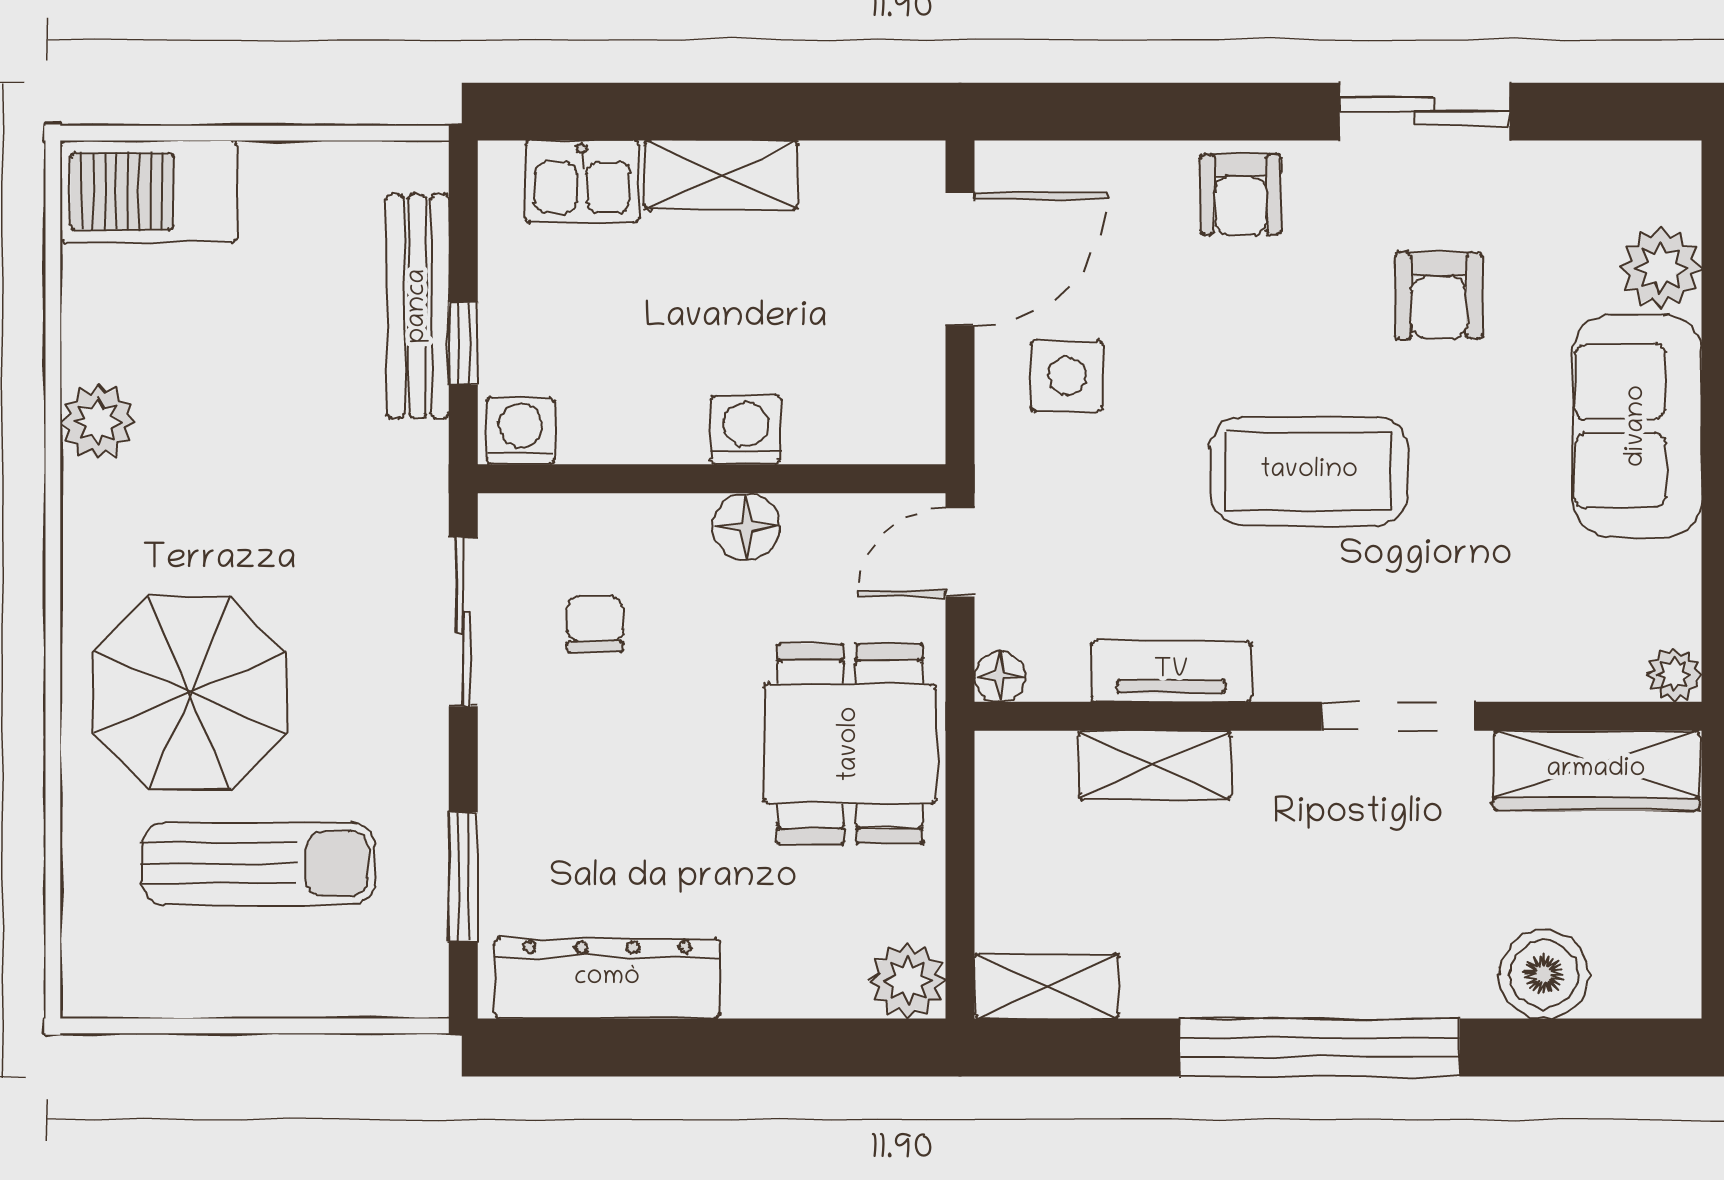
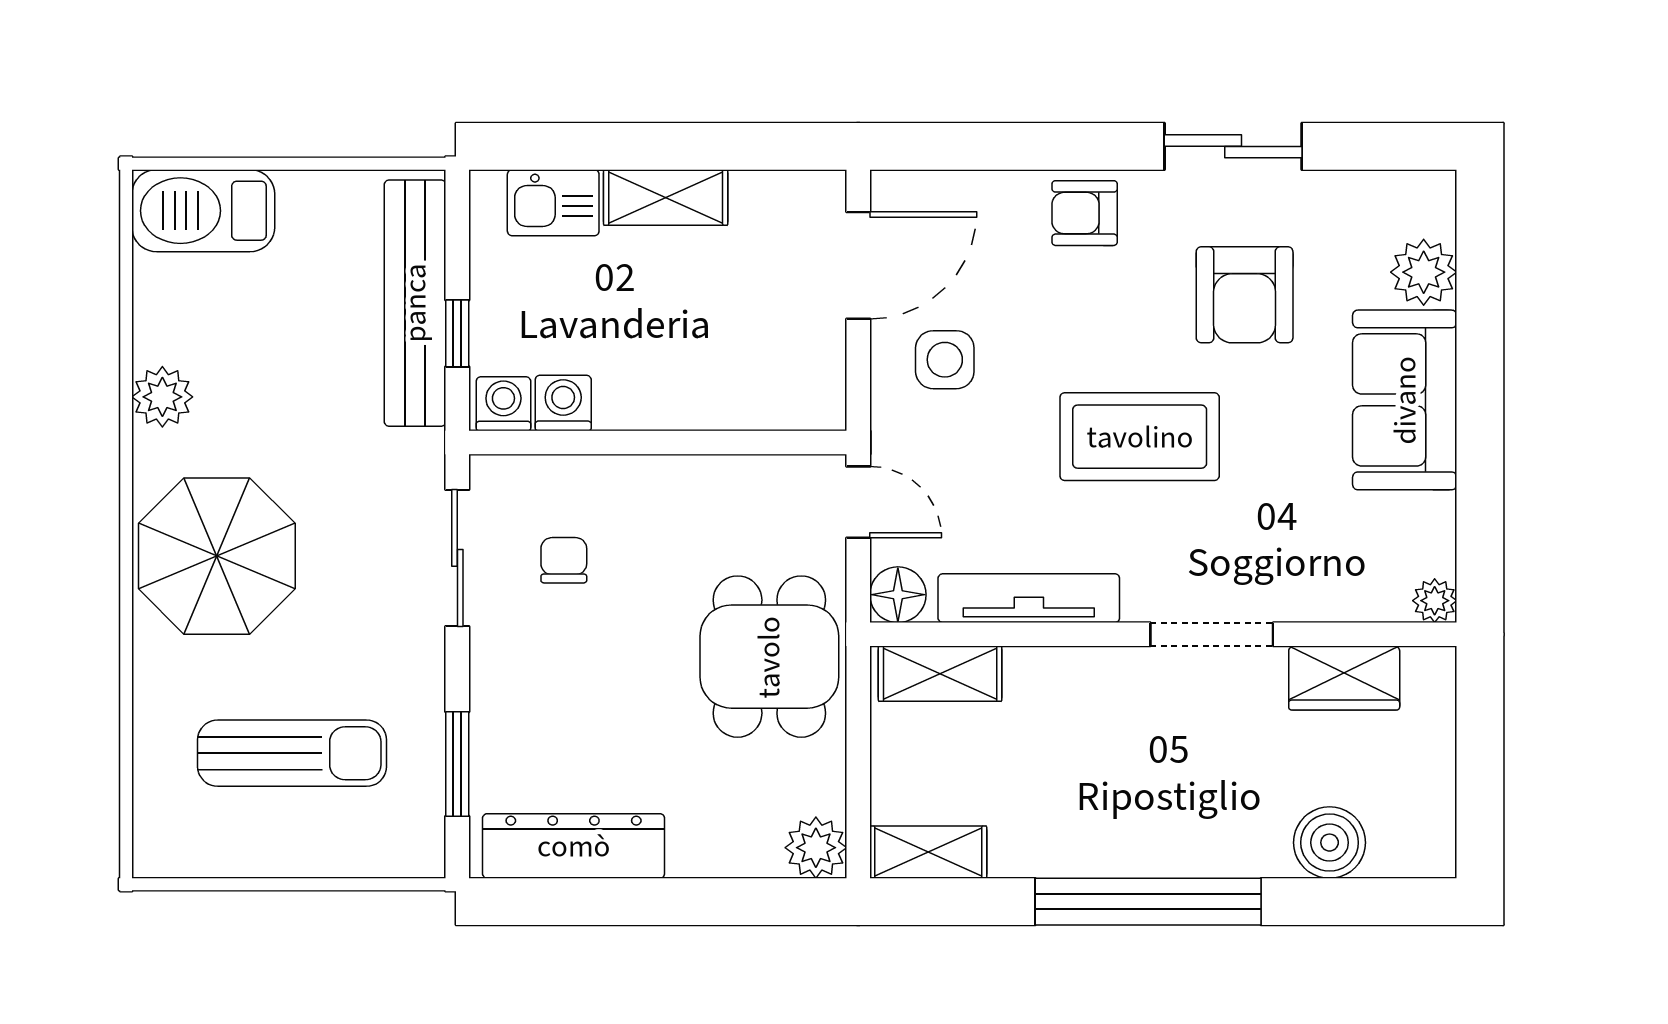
armchair: (1240, 194) -> (1085, 213), turned 90
armchair: (1439, 296) -> (1245, 295), width x1.38, depth x1.38
bench: (418, 306) -> (415, 303), width x1.37, depth x1.21
washing machine: (746, 430) -> (563, 403), moved
floor lamp: (746, 527) -> (686, 481), removed
door: (960, 552) -> (858, 502), swing flipped
tv unit: (1171, 671) -> (1029, 598), width x1.41
floor lamp: (1000, 677) -> (898, 595), width x1.37, depth x1.37
parasol: (189, 693) -> (217, 556), moved
shelving: (1155, 765) -> (940, 674), moved
wardrobe: (1596, 770) -> (1344, 678), width x0.67

